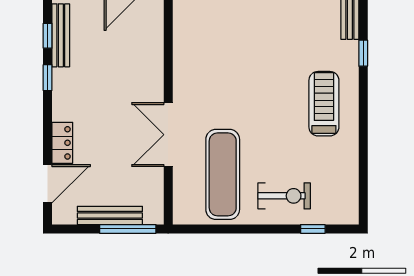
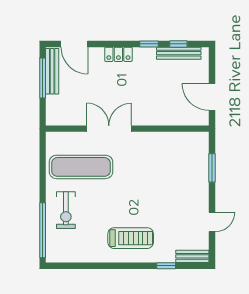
locker: (62, 143) -> (118, 54), moved
bench: (110, 215) -> (52, 71), moved
window: (128, 229) -> (43, 78), moved
window: (313, 229) -> (43, 230), width x3.17

